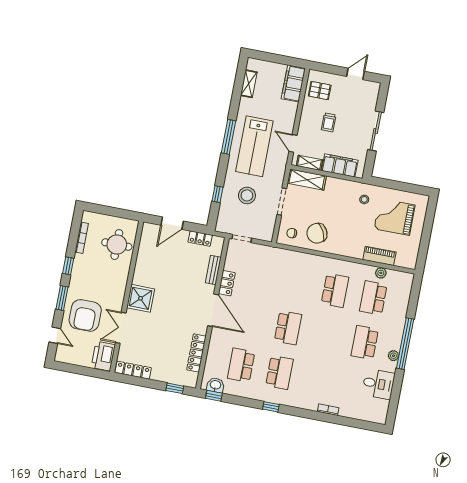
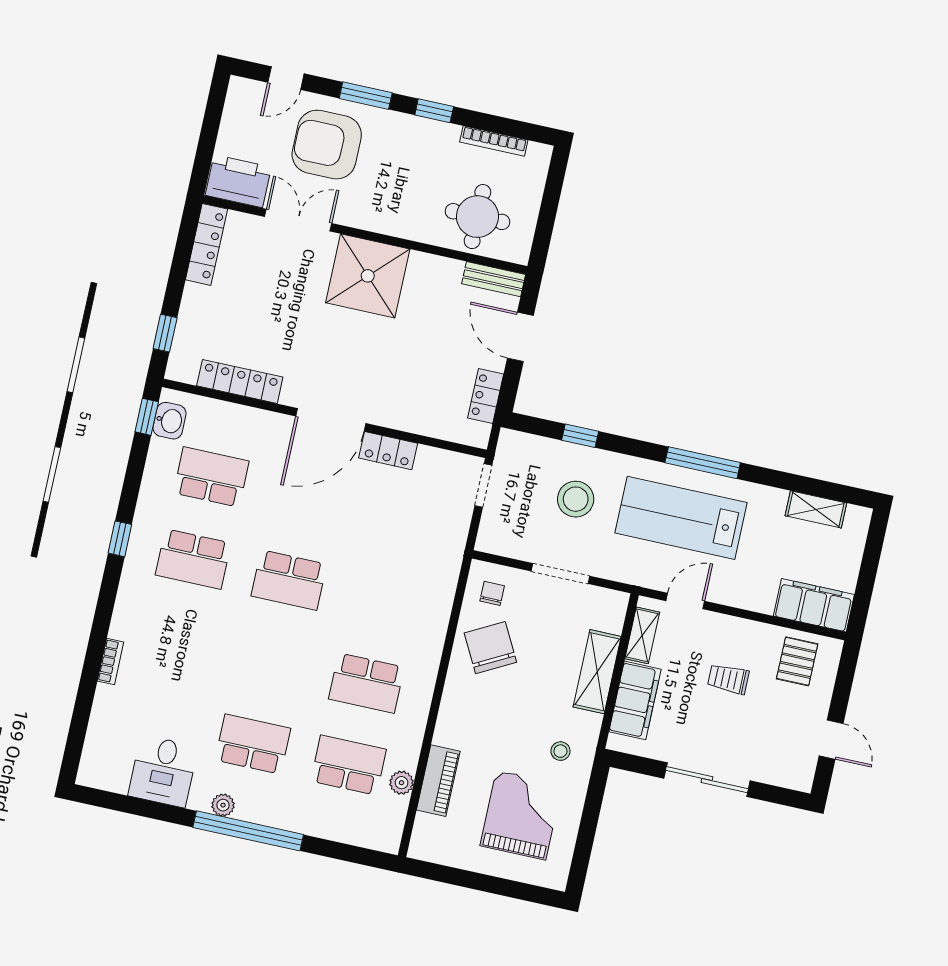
shelving: (307, 180) -> (597, 672), moved
bench: (213, 270) -> (494, 279), moved
shower: (141, 298) -> (368, 276), width x1.37, depth x1.37

